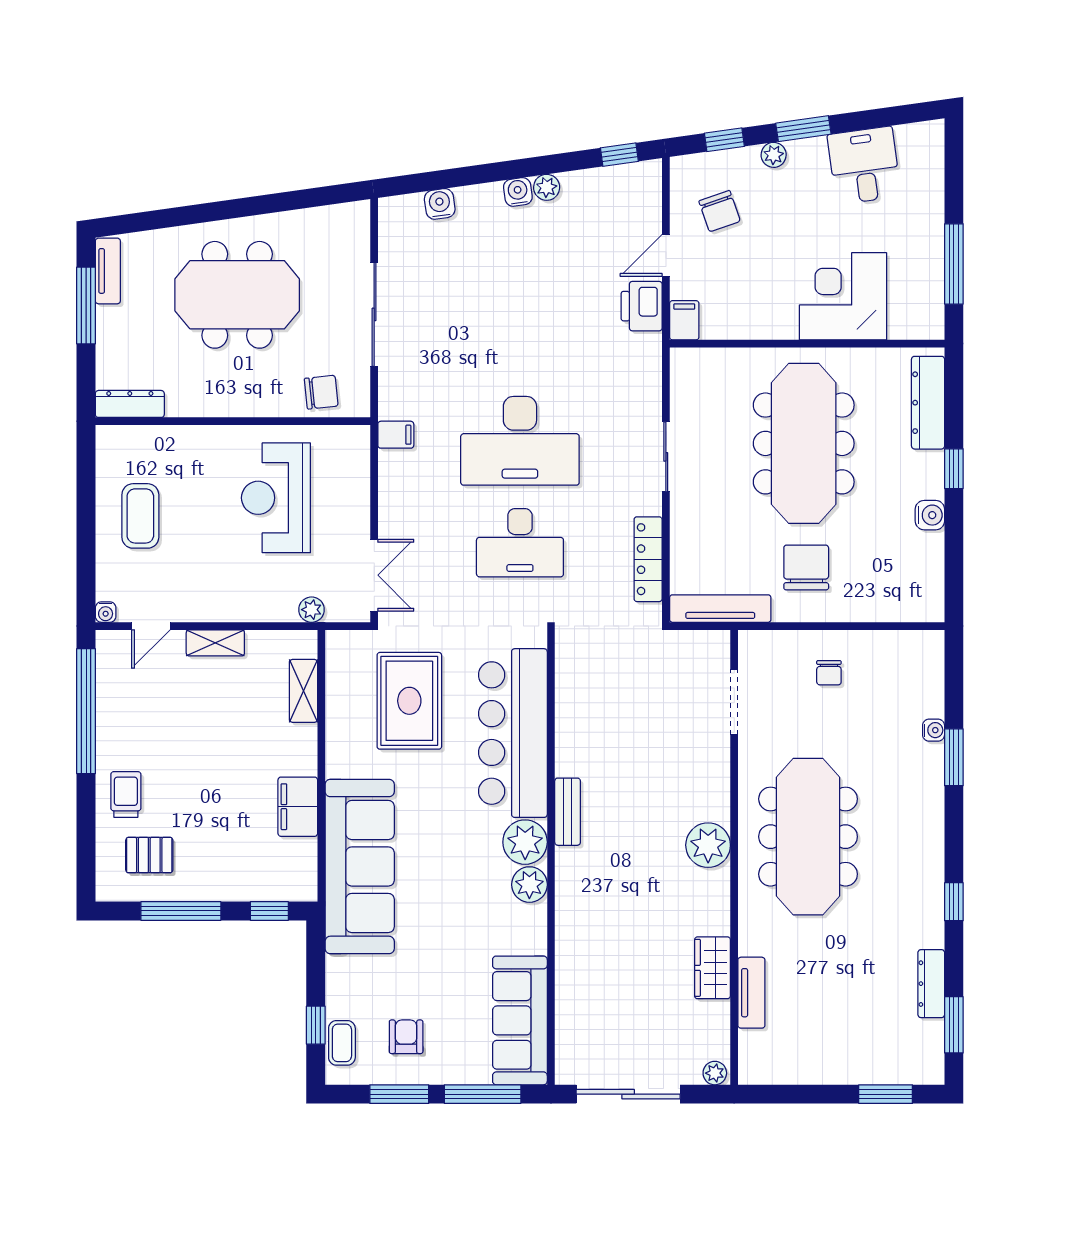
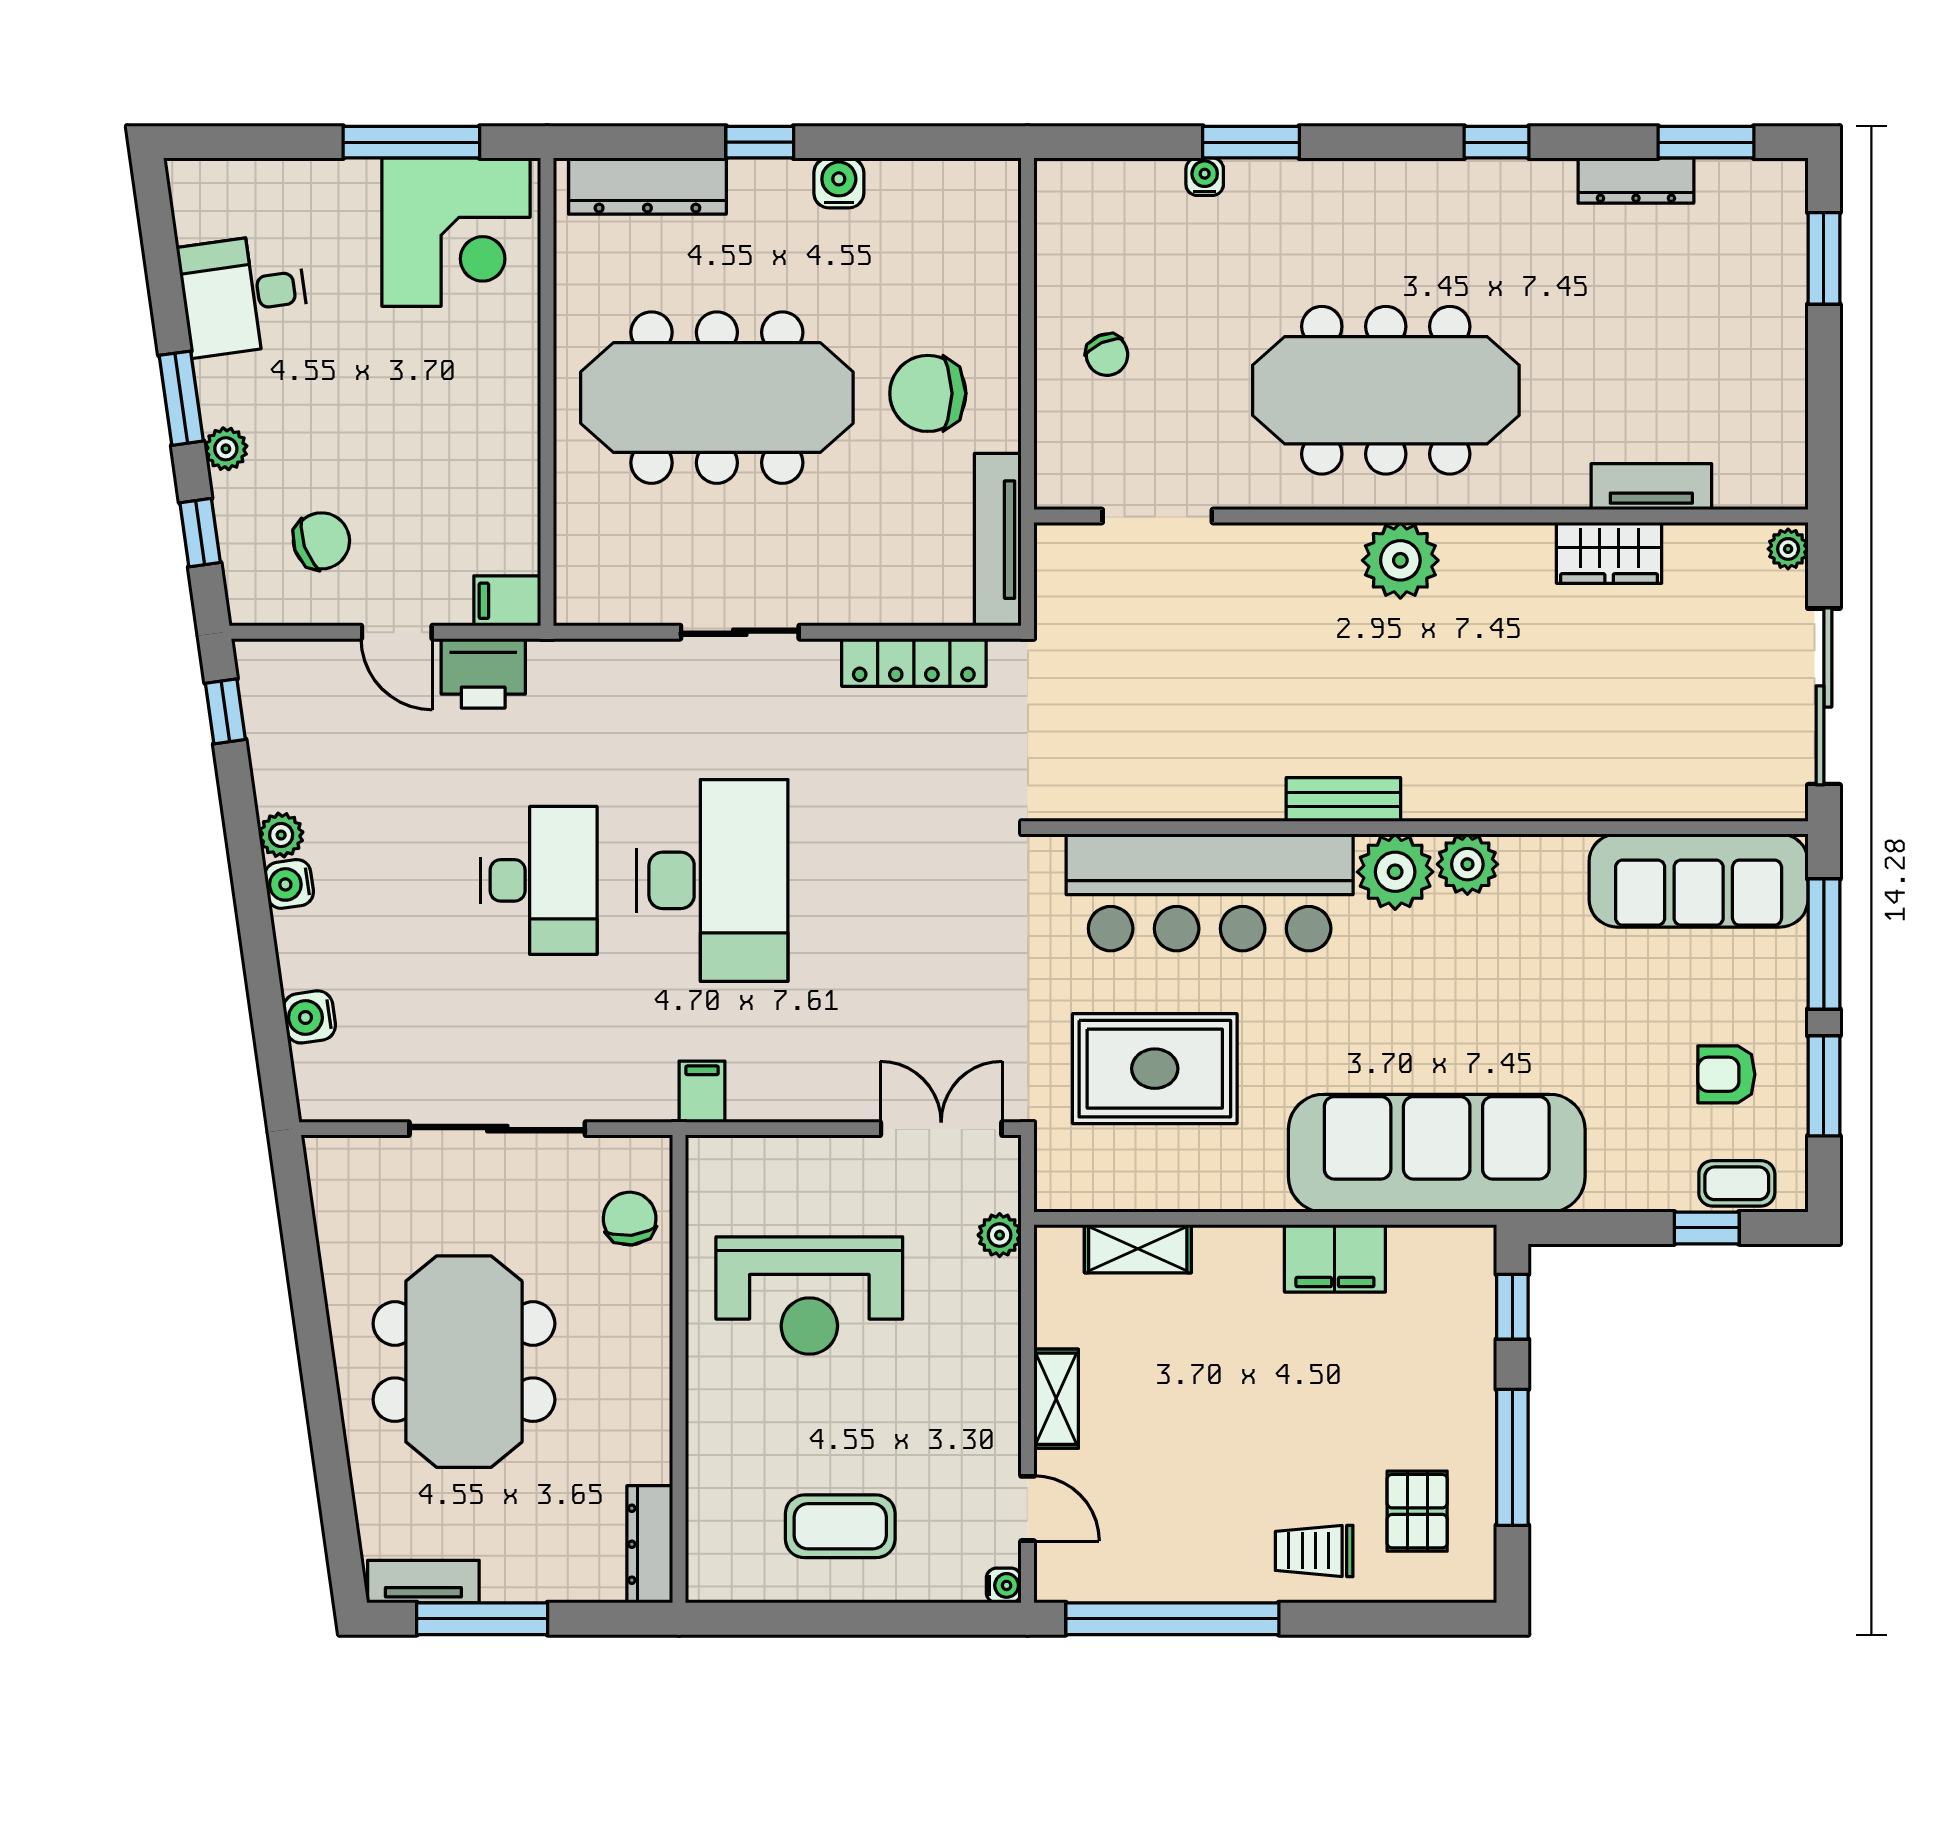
corner desk: (843, 296) -> (456, 232), moved, turned -90
desk: (520, 543) -> (539, 880), moved
chair: (829, 673) -> (1107, 355), turned 66

